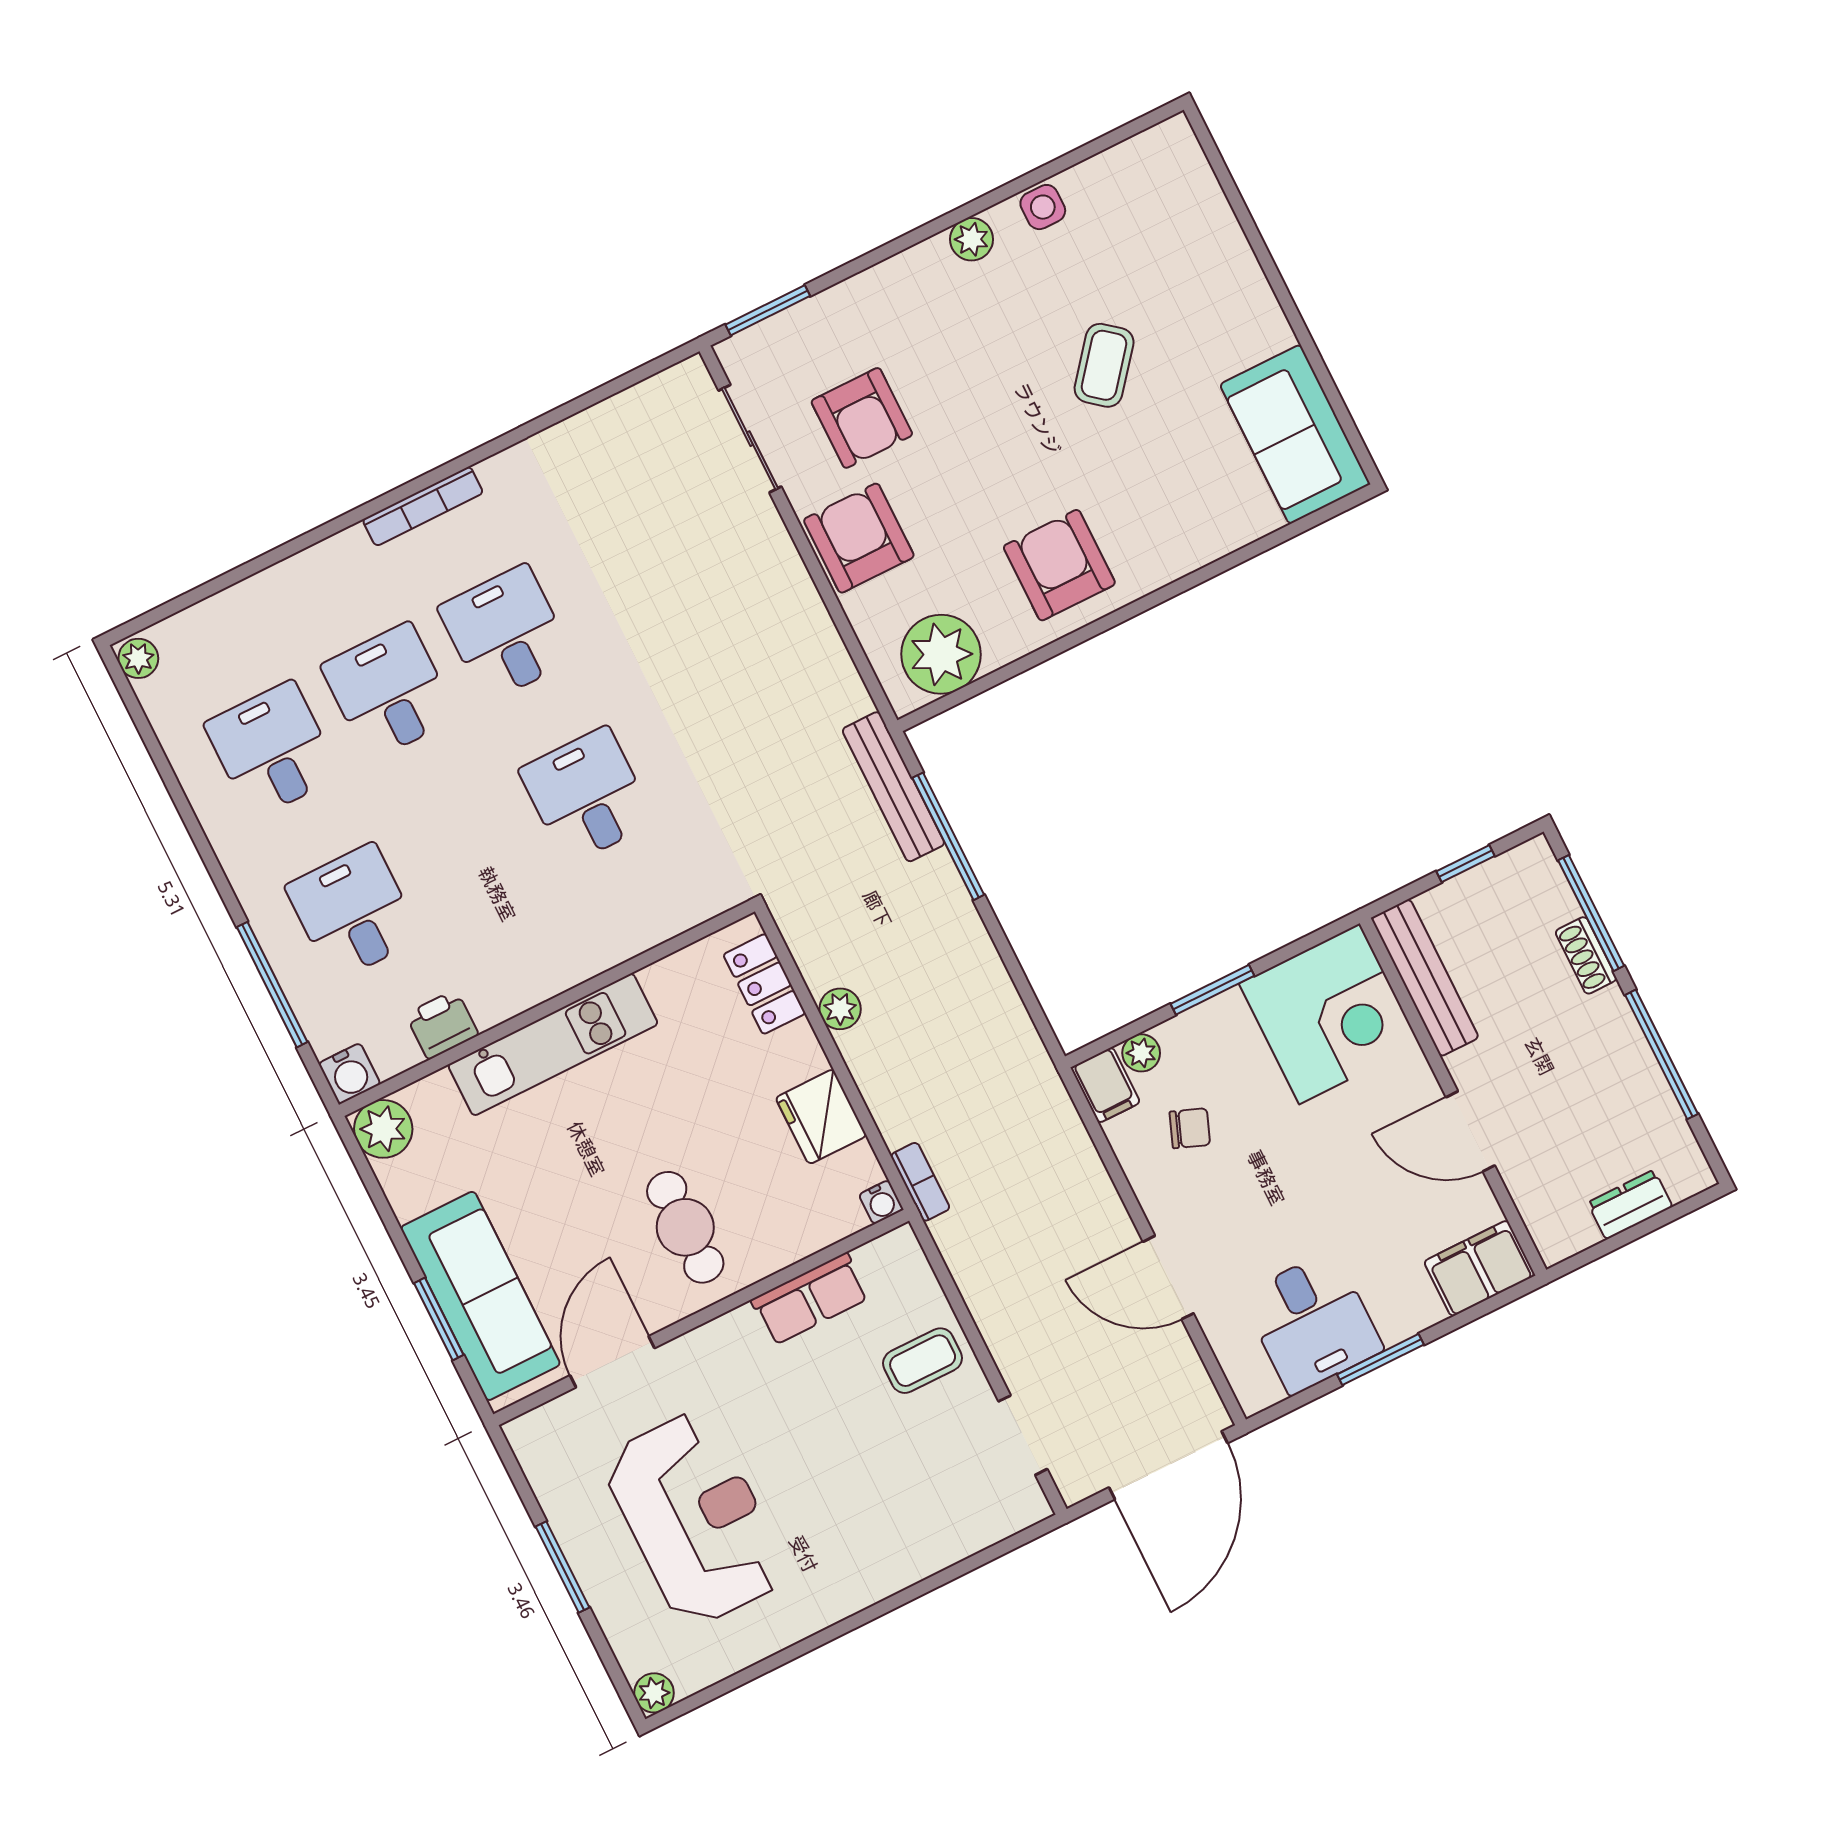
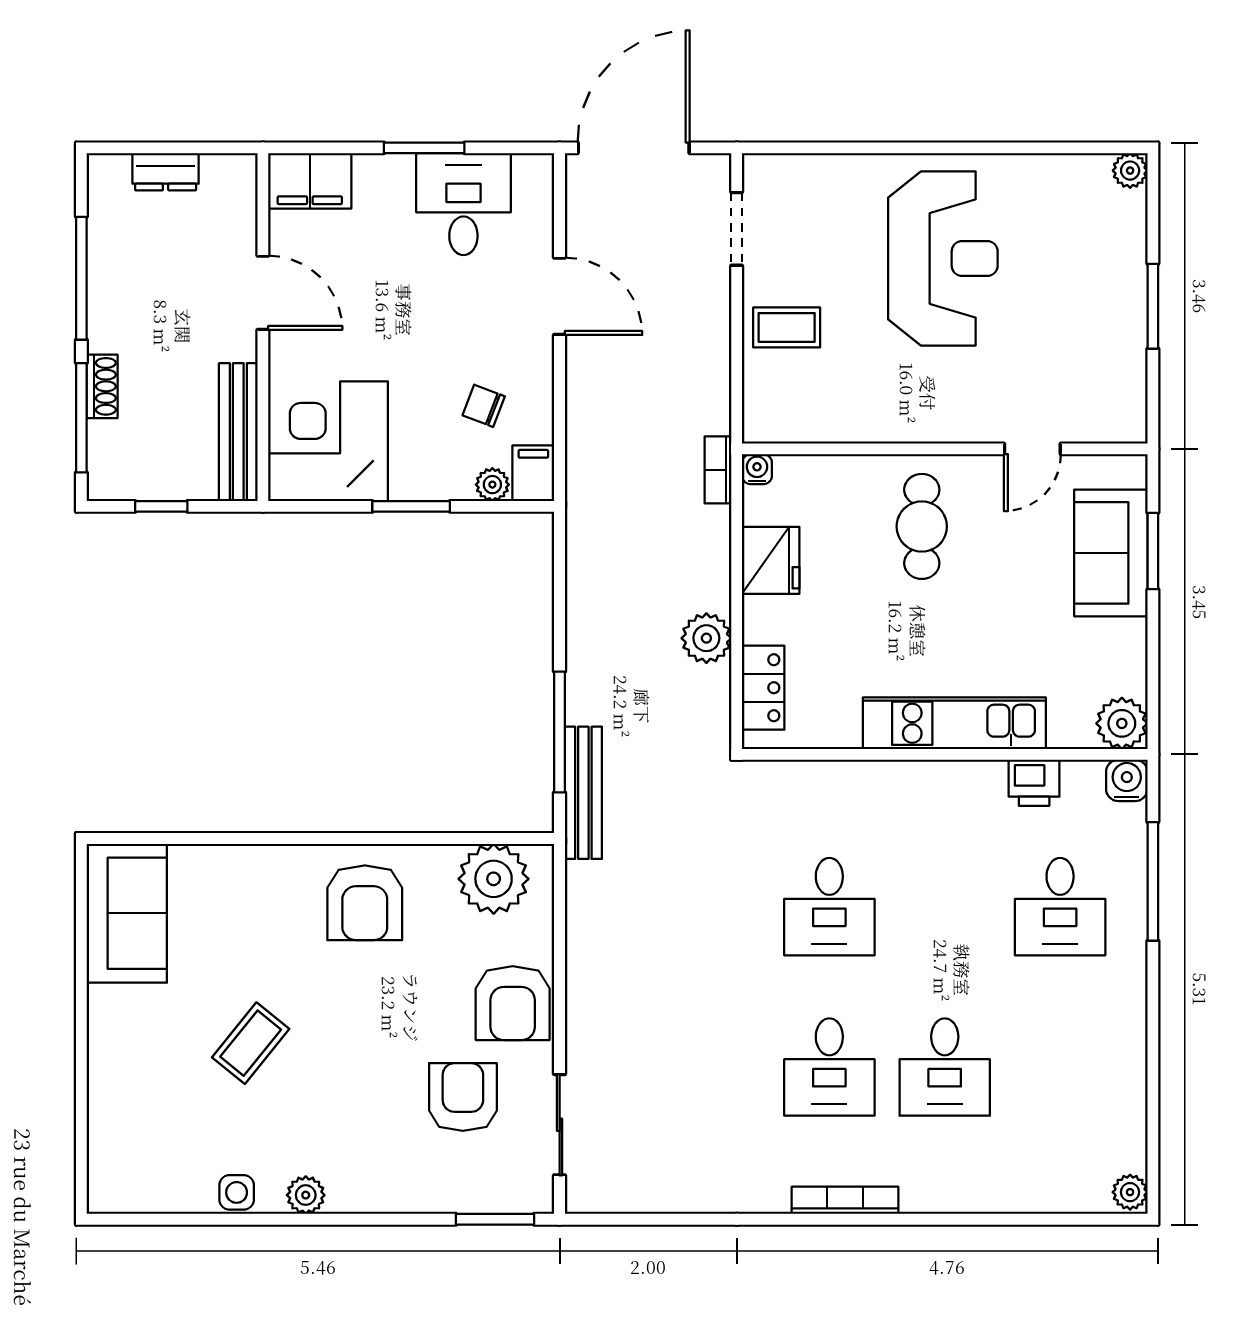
desk: (272, 750) -> (1060, 1067), removed
plant: (840, 1009) -> (706, 638), width x1.38, depth x1.38
sofa: (480, 1296) -> (1111, 553), width x0.73
row of seats: (810, 1299) -> (851, 421), removed
door: (612, 1362) -> (1032, 449), width x0.73
reception desk: (695, 1519) -> (943, 258), moved, turned 180

